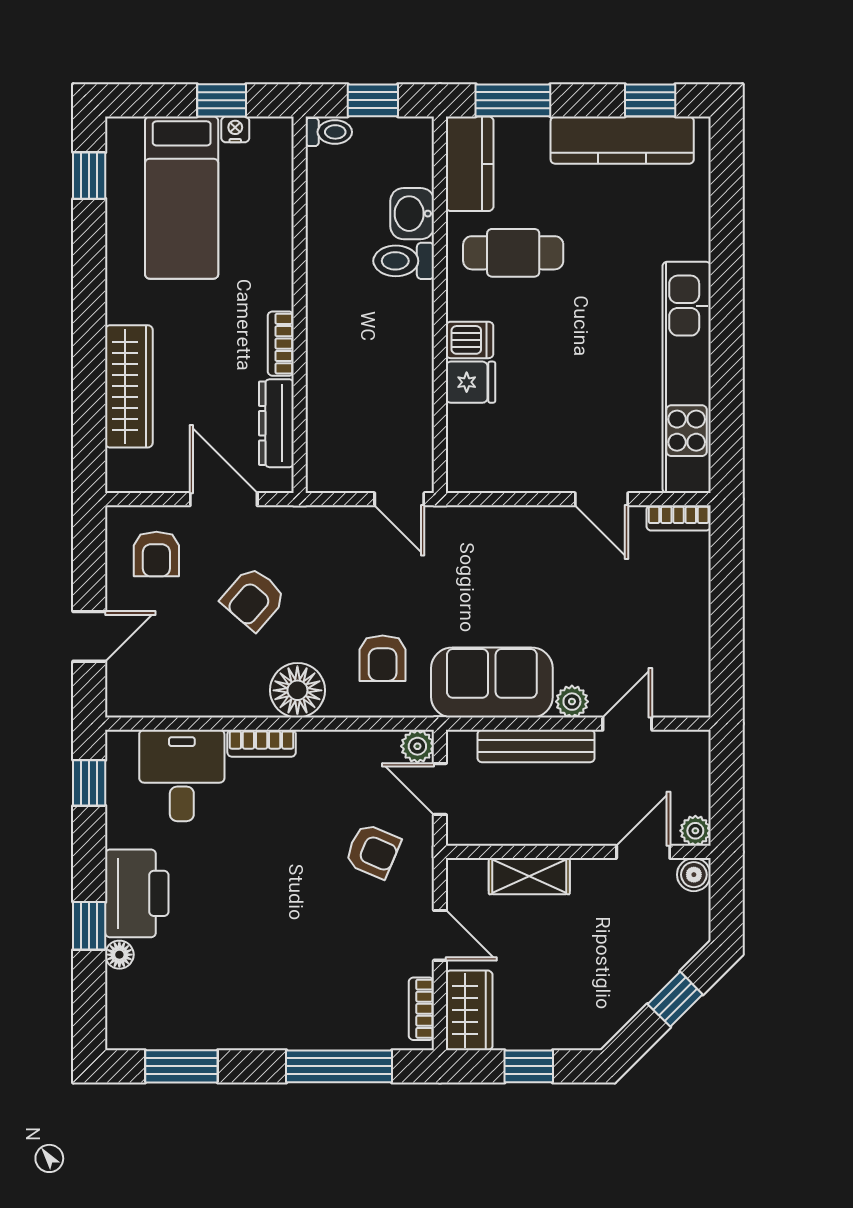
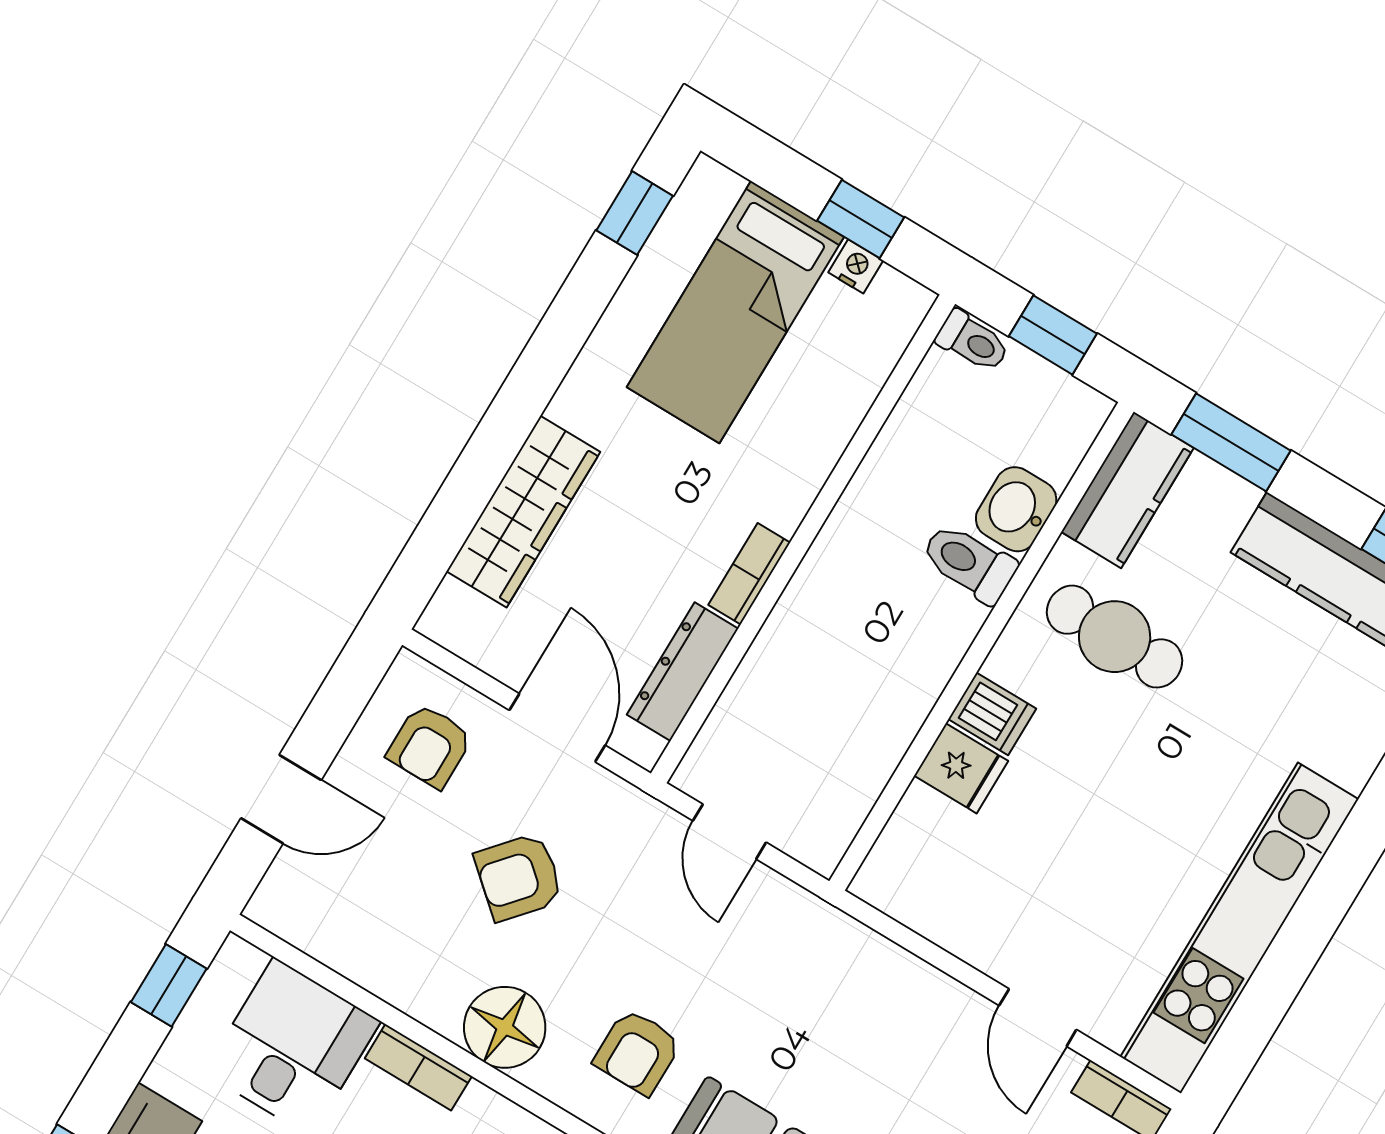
door: (399, 499) -> (730, 832), moved

